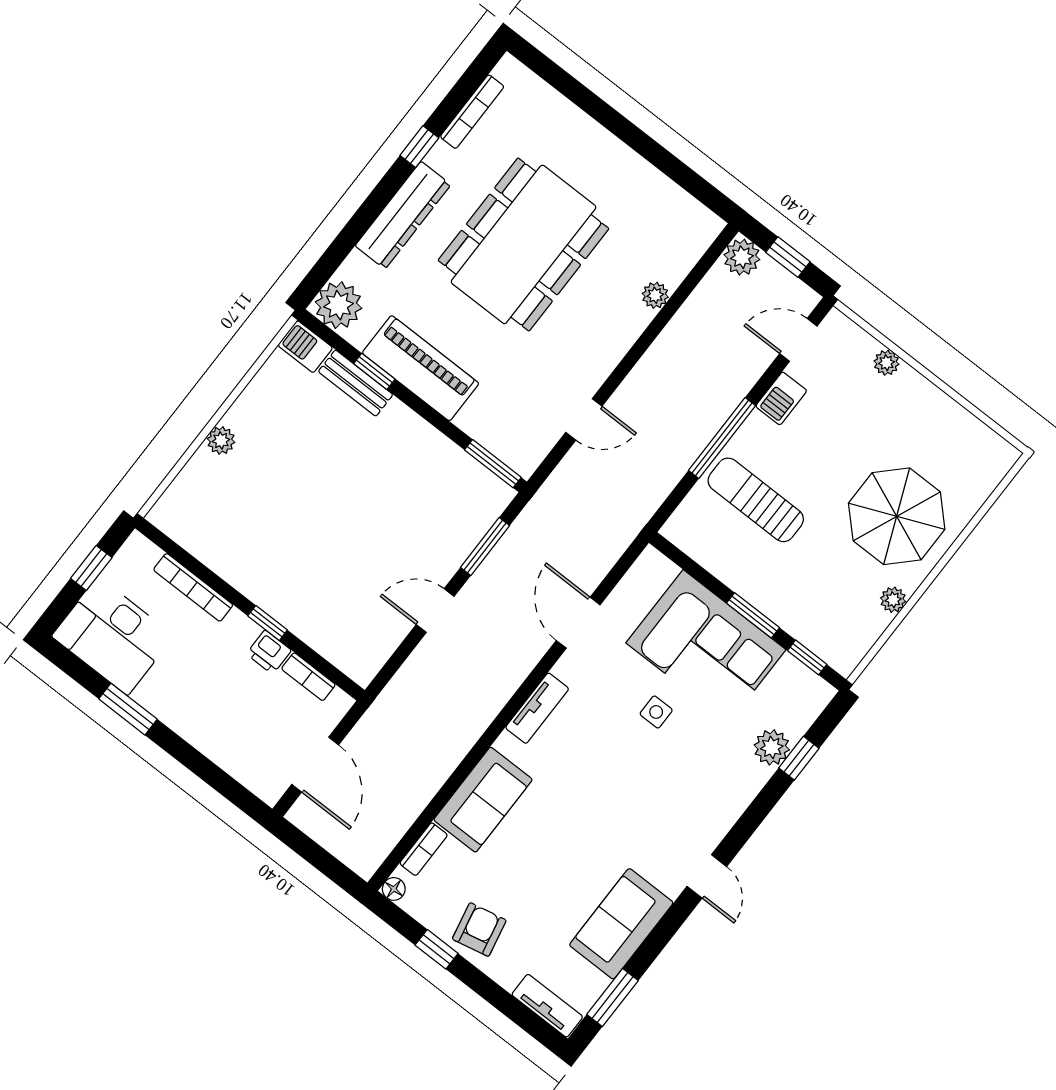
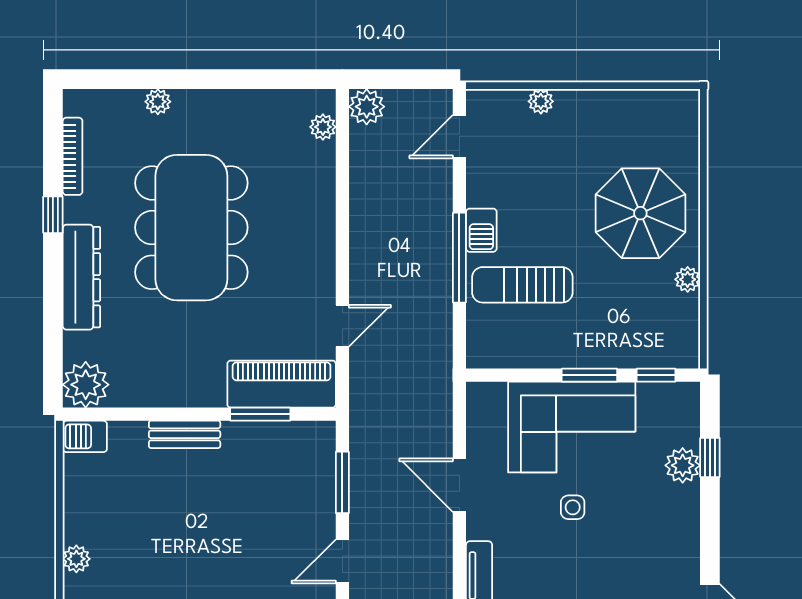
plant: (576, 121) -> (158, 102), added
window: (788, 257) -> (402, 79), removed
plant: (655, 295) -> (323, 127), moved
piano: (421, 368) -> (282, 384), moved
window: (374, 371) -> (153, 414), removed
bench: (356, 383) -> (185, 434), moved
barbecue: (781, 398) -> (481, 230), moved
window: (493, 464) -> (260, 414), moved

